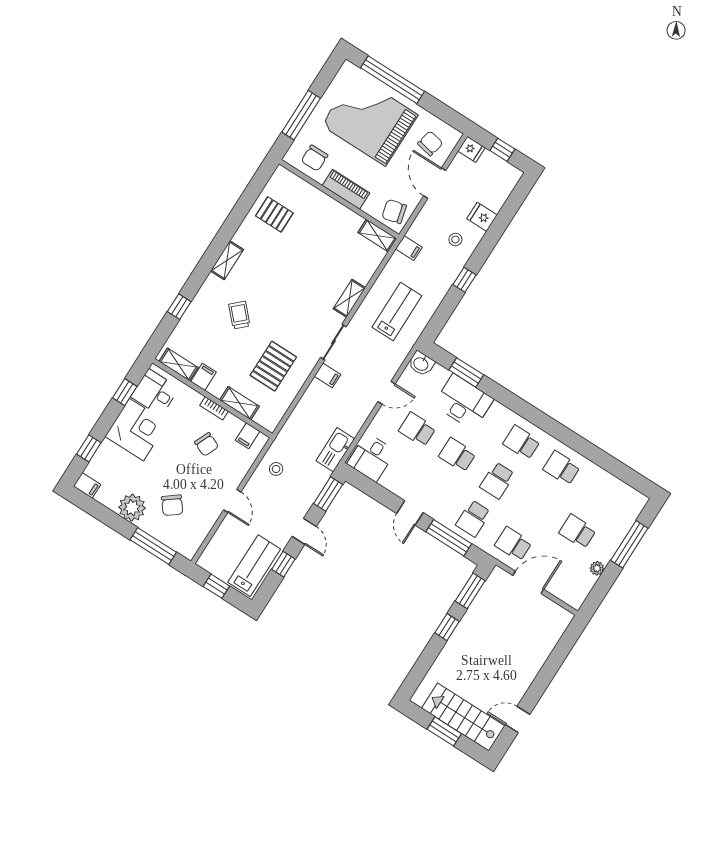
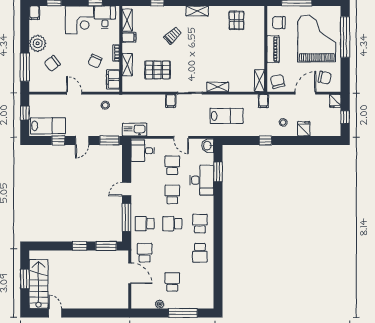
filing cabinet: (248, 436) -> (113, 79), width x2.00
school desk: (562, 468) -> (200, 253), turned 180
door: (232, 501) -> (74, 93), swing flipped

